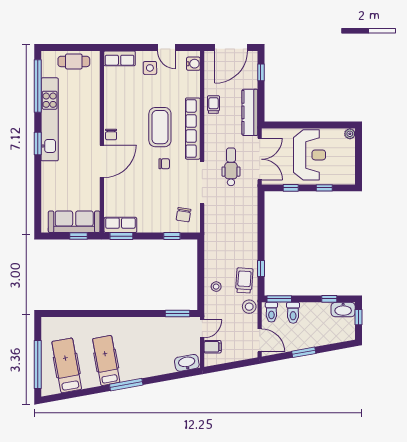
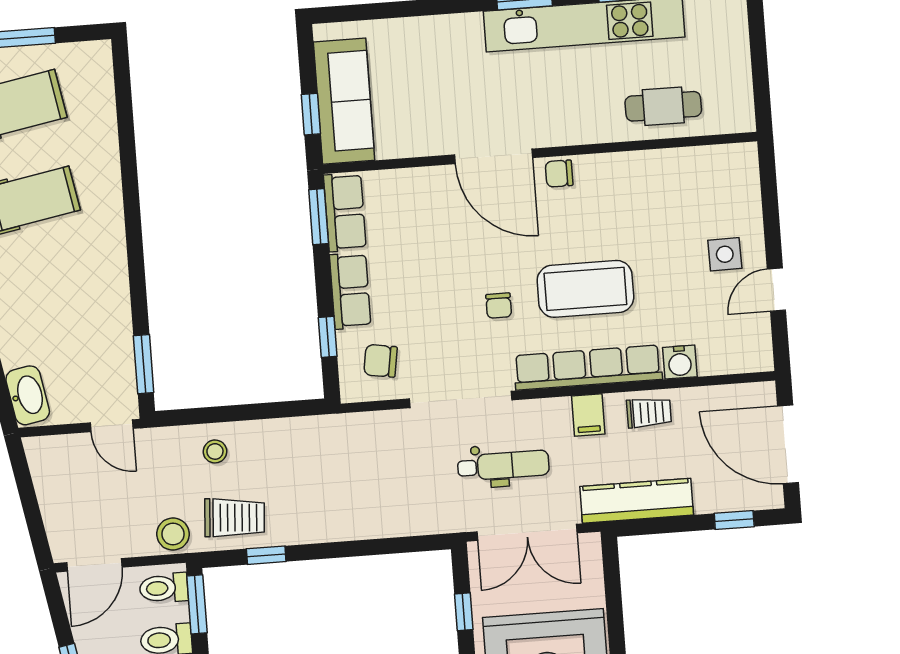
row of seats: (120, 58) -> (350, 291), moved, turned 180
cafe table: (74, 61) -> (663, 106), moved, turned 90
water cooler: (193, 64) -> (680, 362), moved
filing cabinet: (213, 347) -> (588, 415), moved

